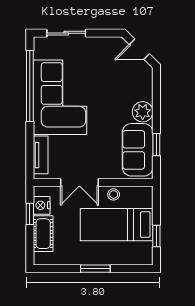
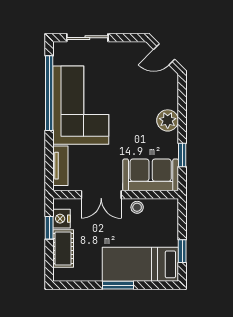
sofa: (138, 150) -> (151, 175), moved, turned 90
bed: (117, 225) -> (140, 264), moved

